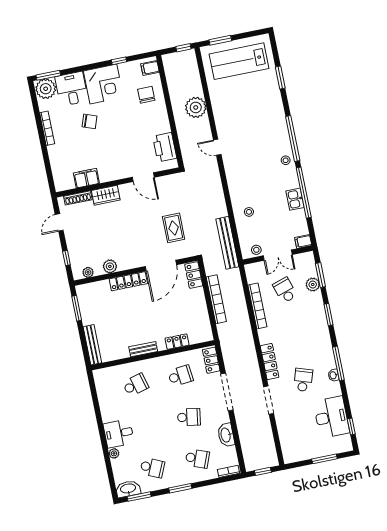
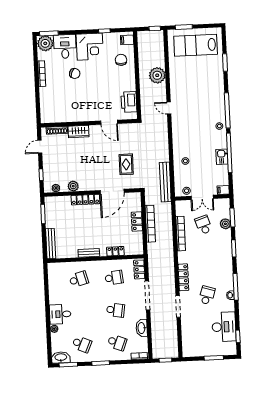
filing cabinet: (86, 178) -> (66, 116), removed
locker: (194, 275) -> (137, 222), moved

